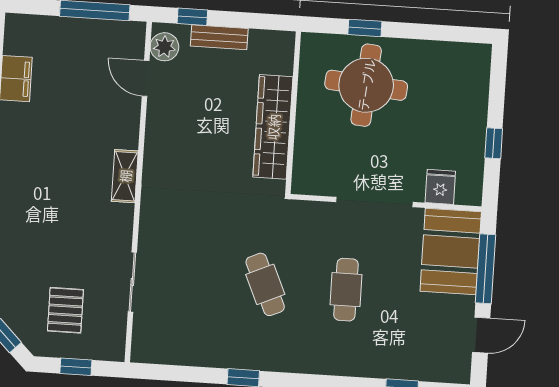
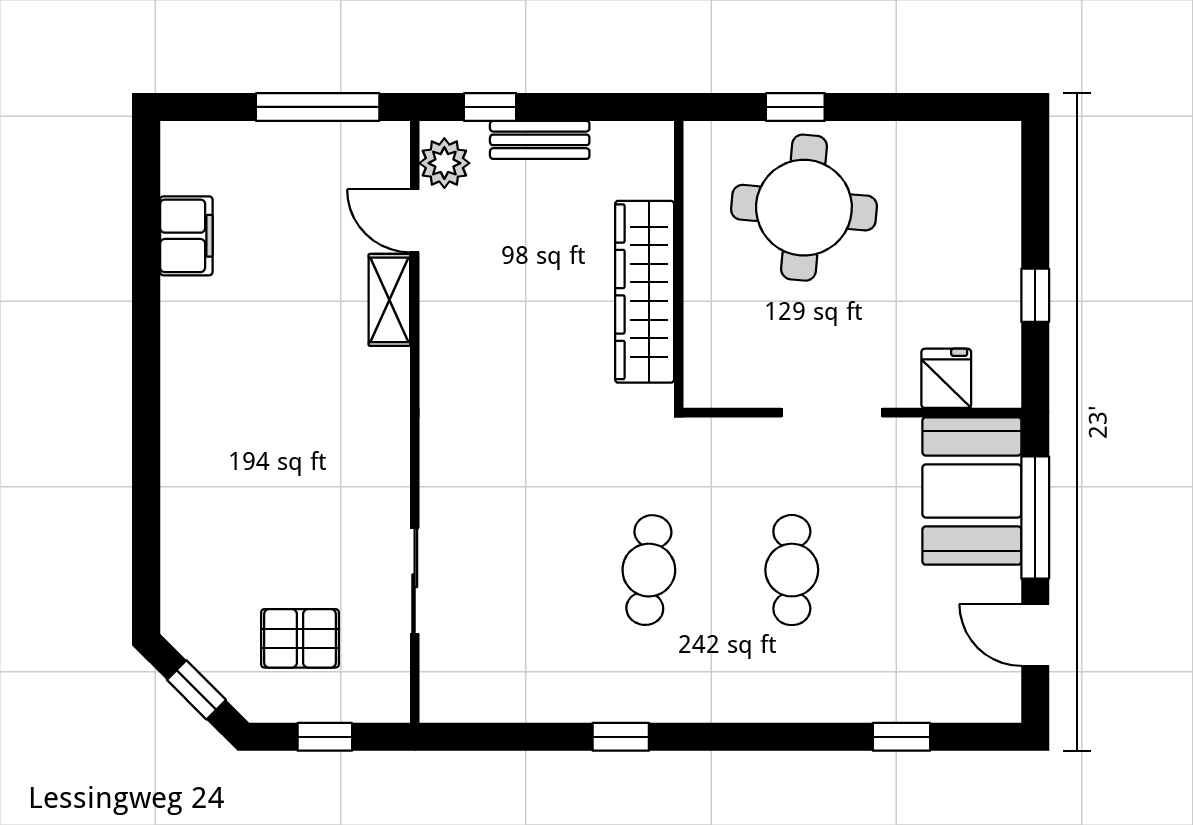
shelving: (125, 176) -> (389, 300), moved
doorway: (374, 202) -> (832, 413), width x0.73
cafe table: (265, 284) -> (649, 570), turned 30
pallet: (65, 310) -> (300, 638), turned 90
door: (481, 335) -> (1035, 635), swing flipped

